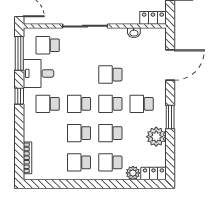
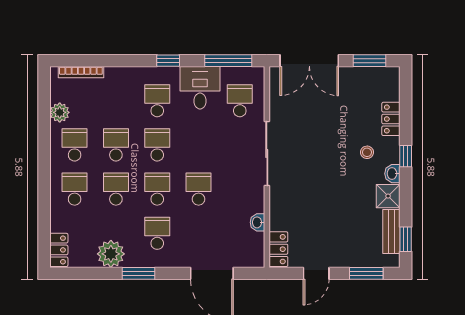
plant: (133, 173) -> (60, 112), moved

